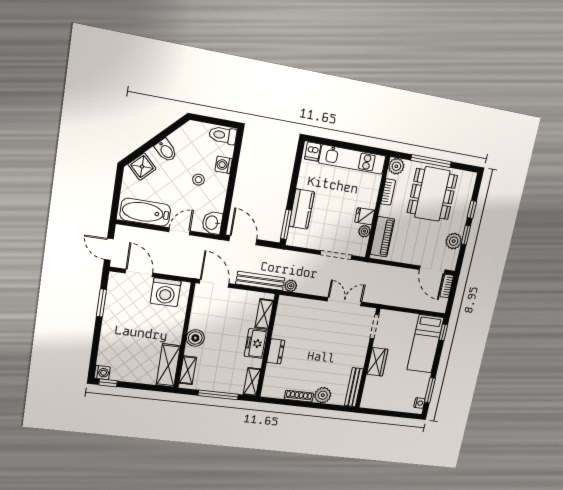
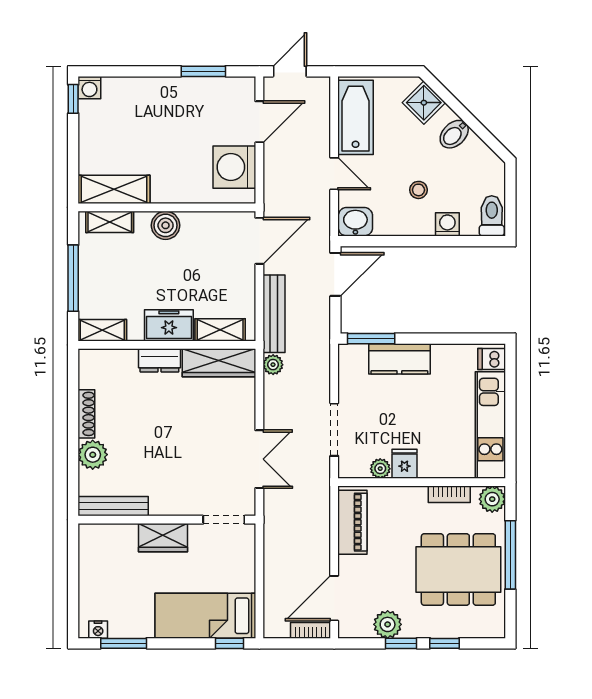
piano: (382, 237) -> (352, 522), moved, turned -90
wardrobe: (284, 317) -> (219, 363), added

